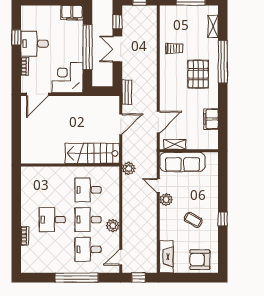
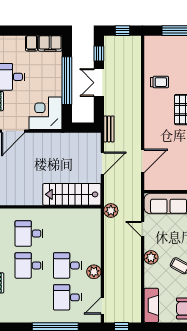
filing cabinet: (55, 13) -> (32, 43), added
shelving: (175, 144) -> (160, 185), removed
desk: (88, 190) -> (29, 234), moved
plant: (166, 200) -> (151, 257), moved

